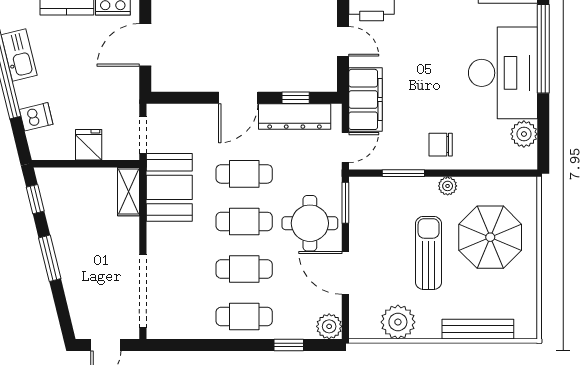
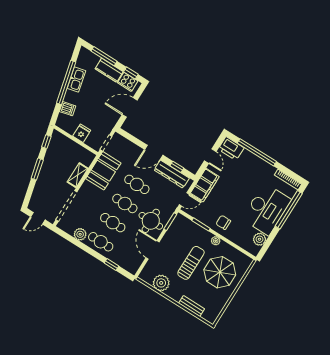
shelving: (129, 192) -> (78, 175), moved
plant: (329, 326) -> (80, 234), moved
bench: (478, 329) -> (192, 306), width x0.73

